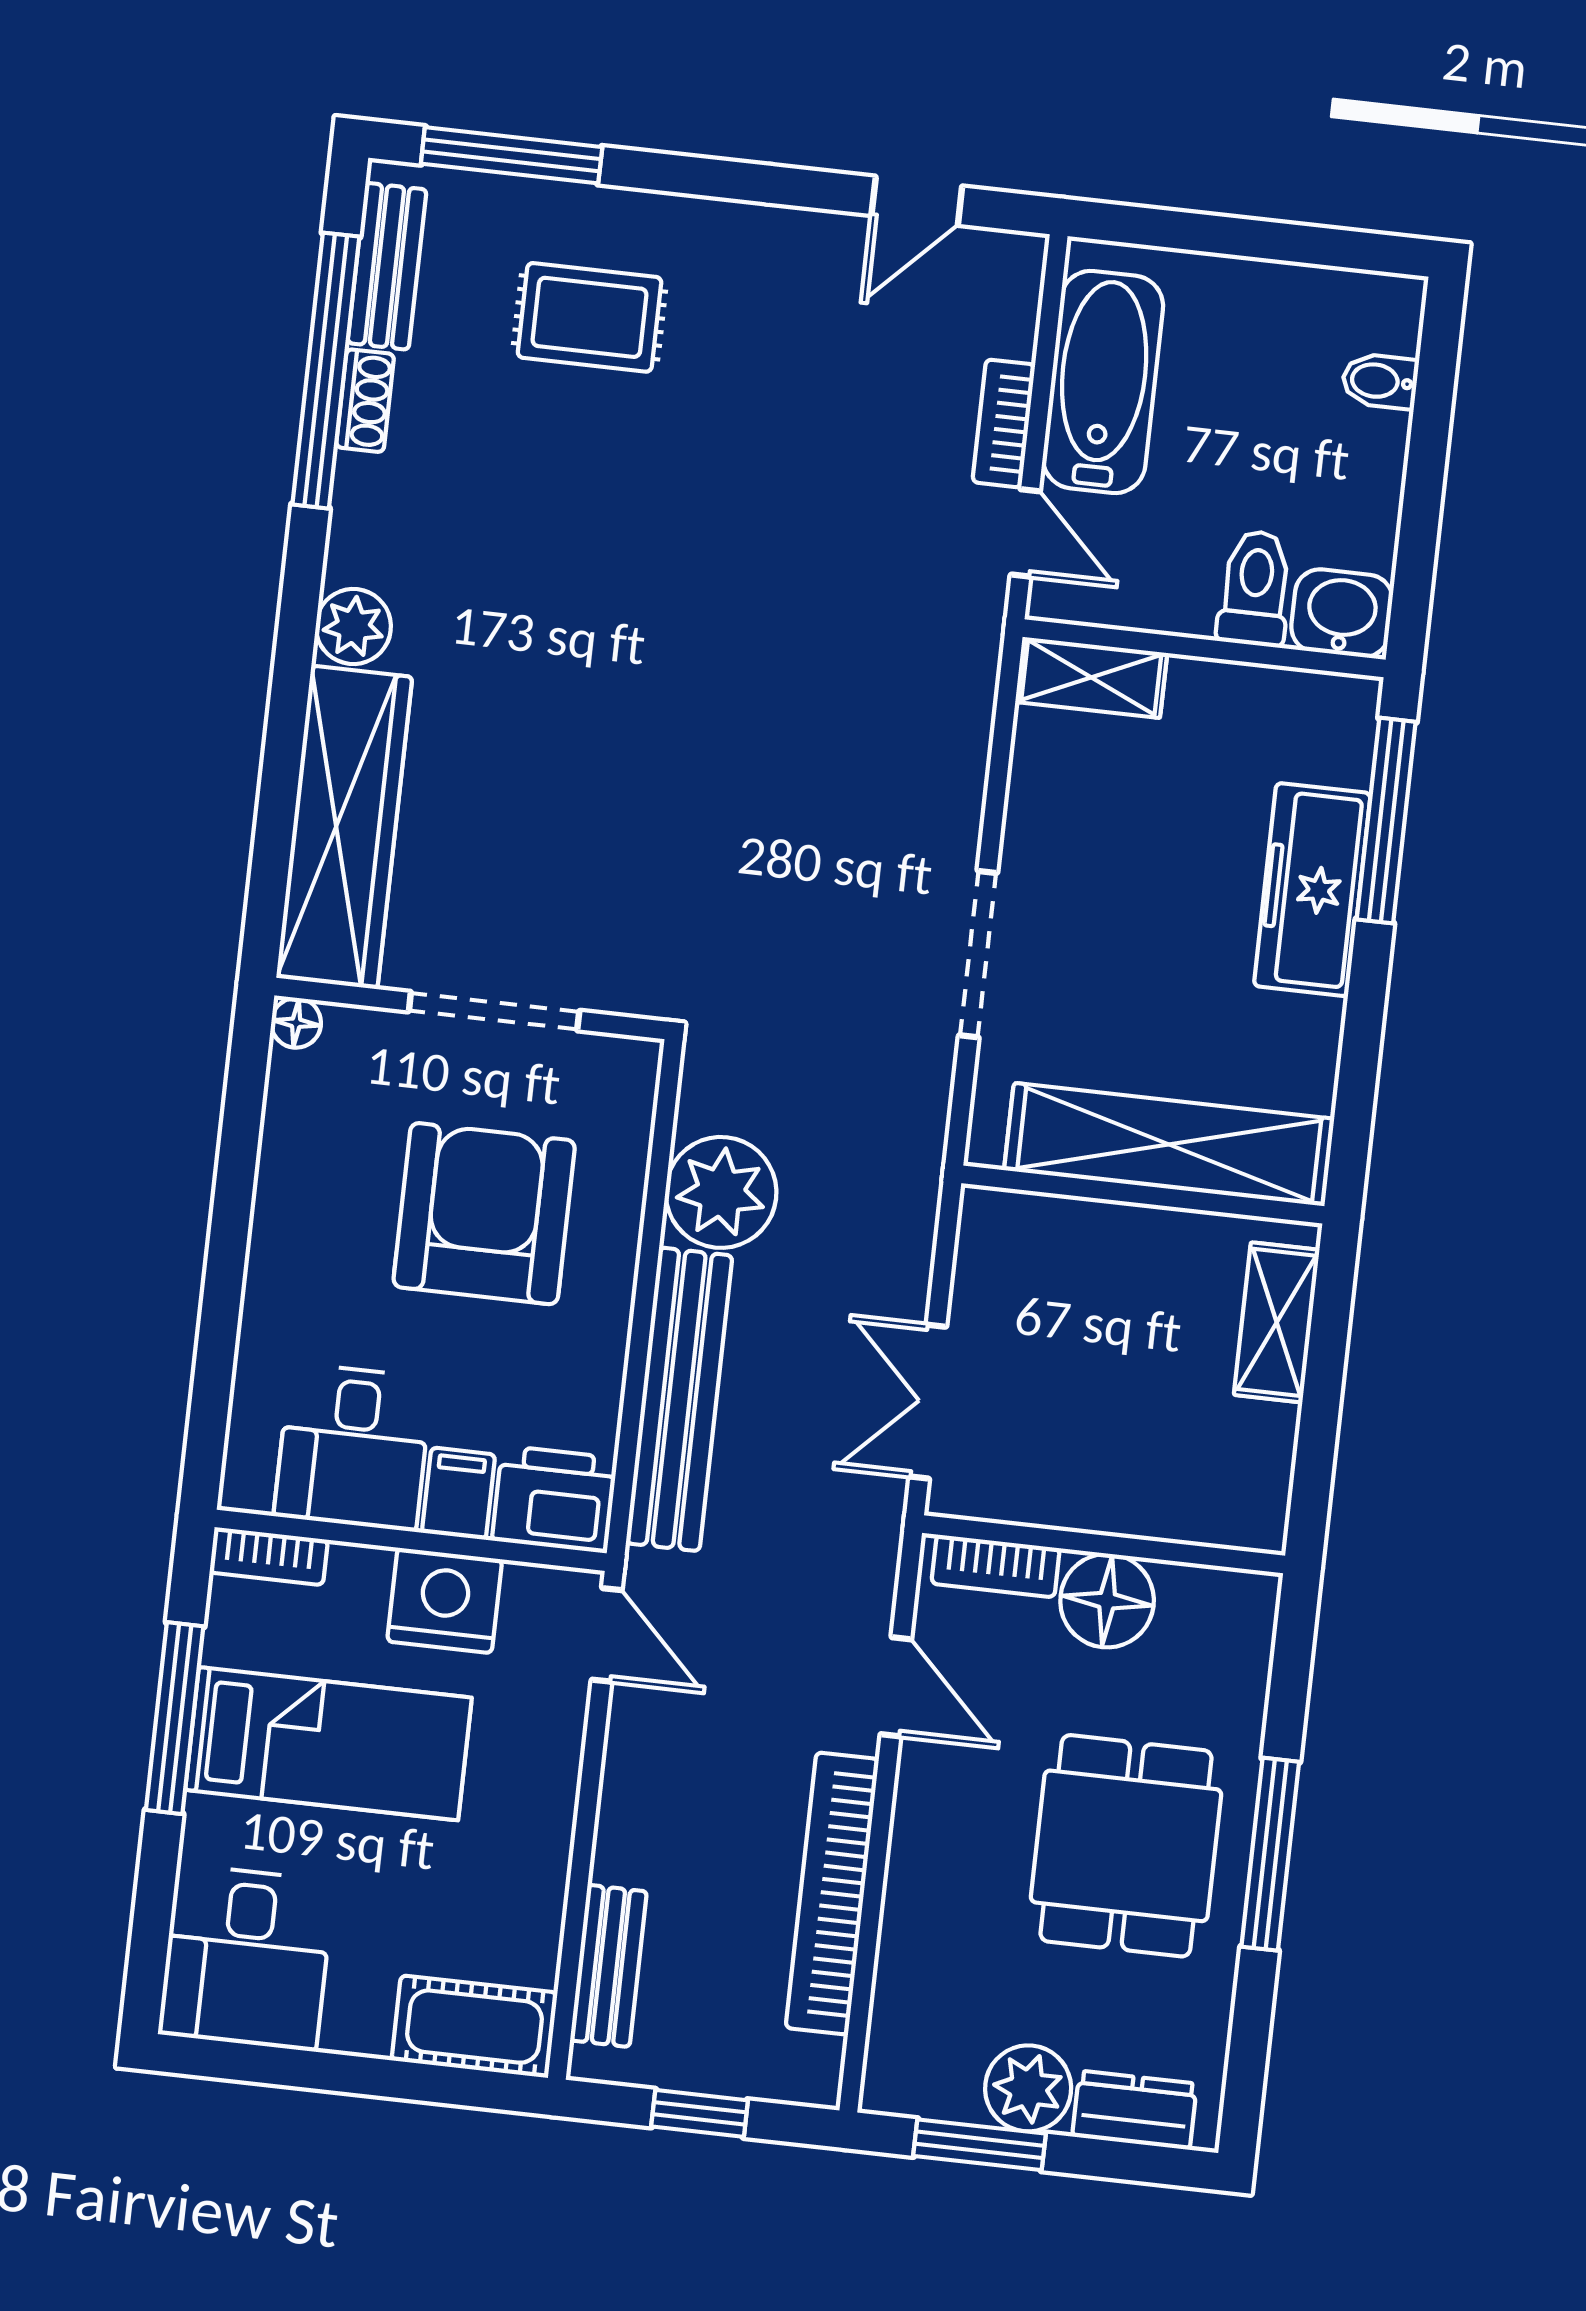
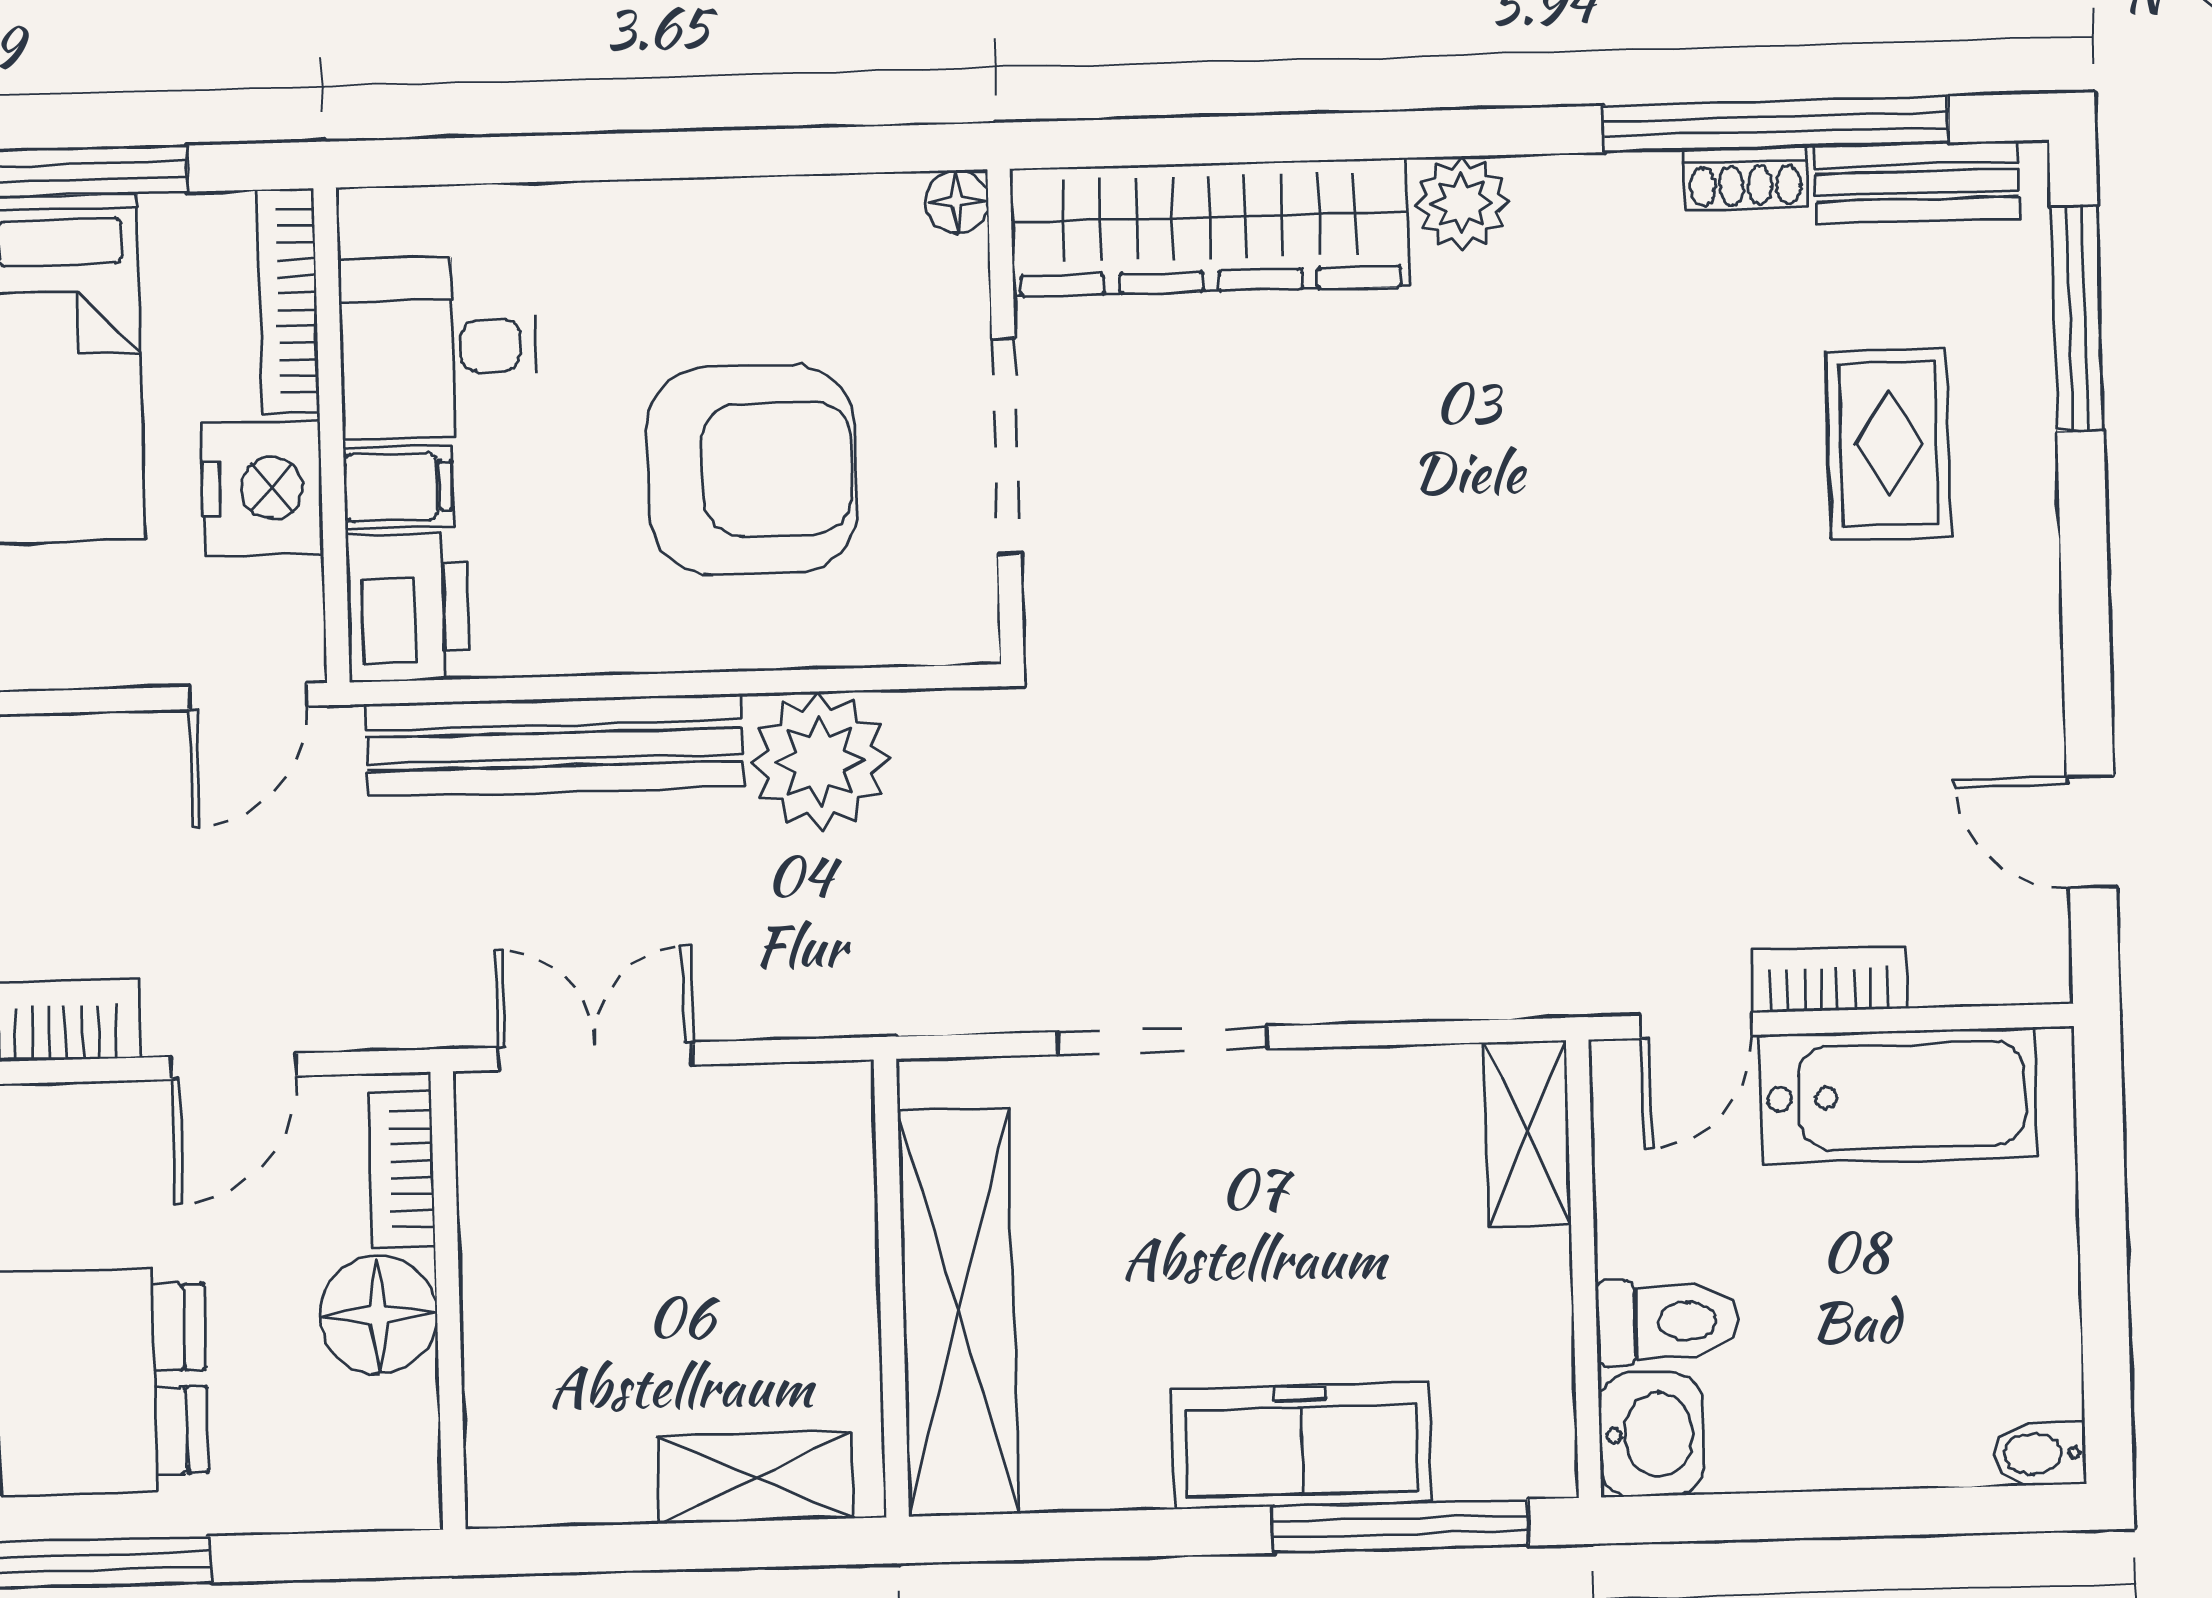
bidet: (1380, 381) -> (2039, 1454), moved, turned -90
bookcase: (269, 1556) -> (288, 301), width x1.56

